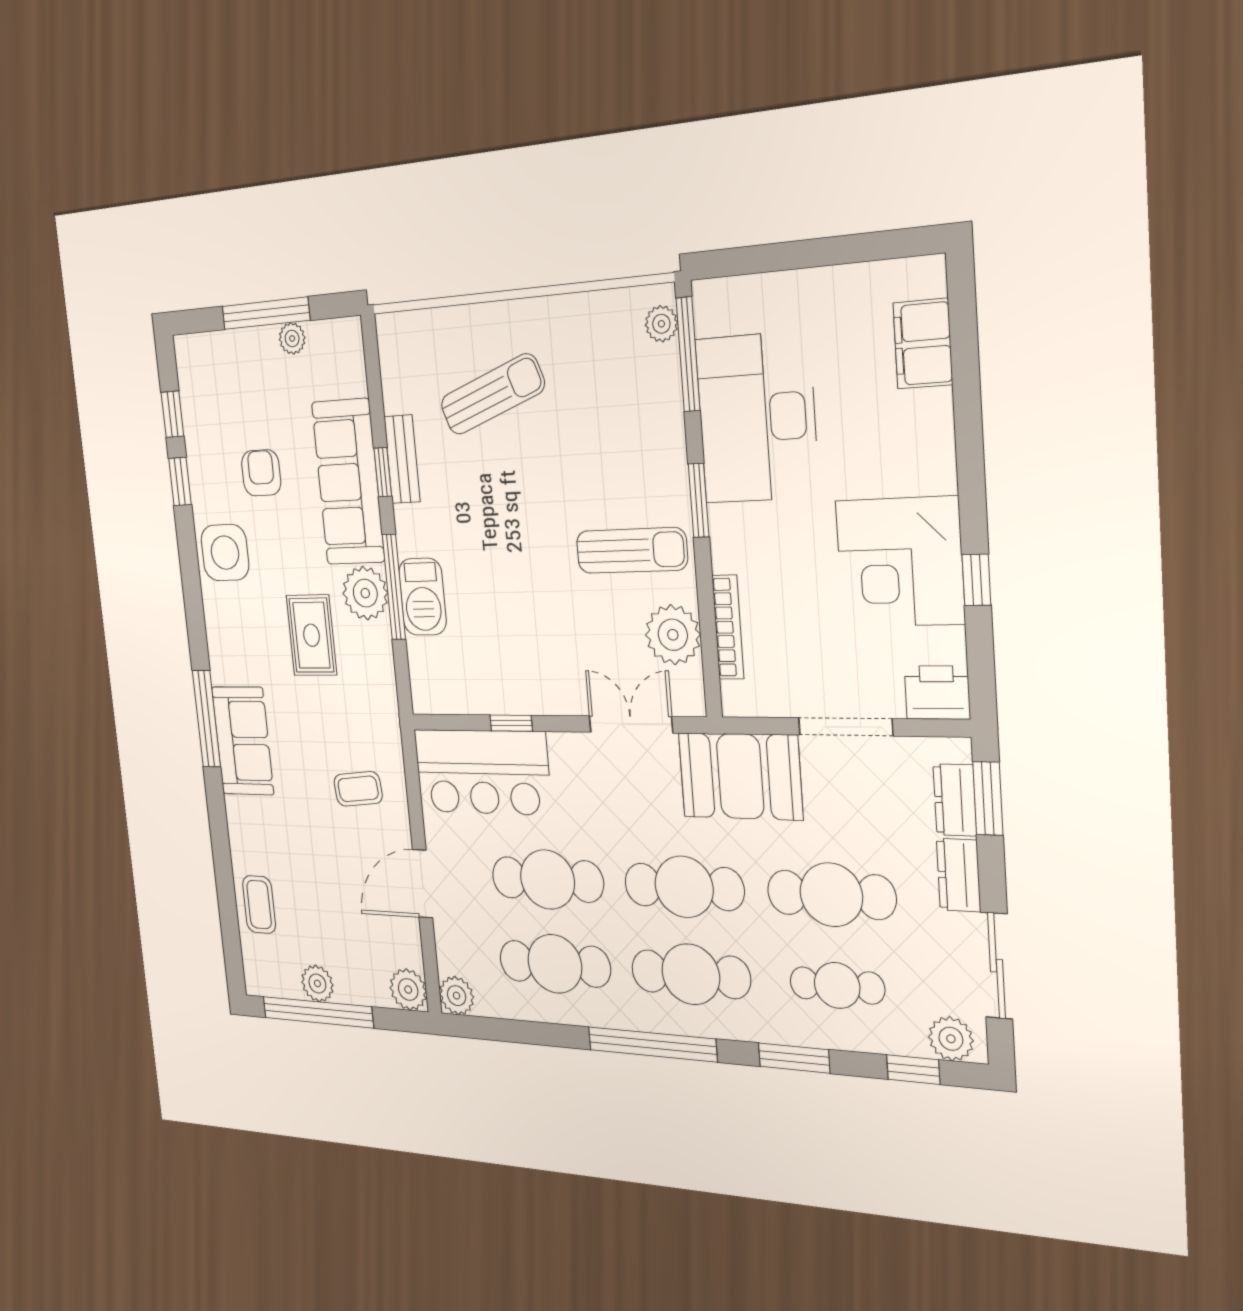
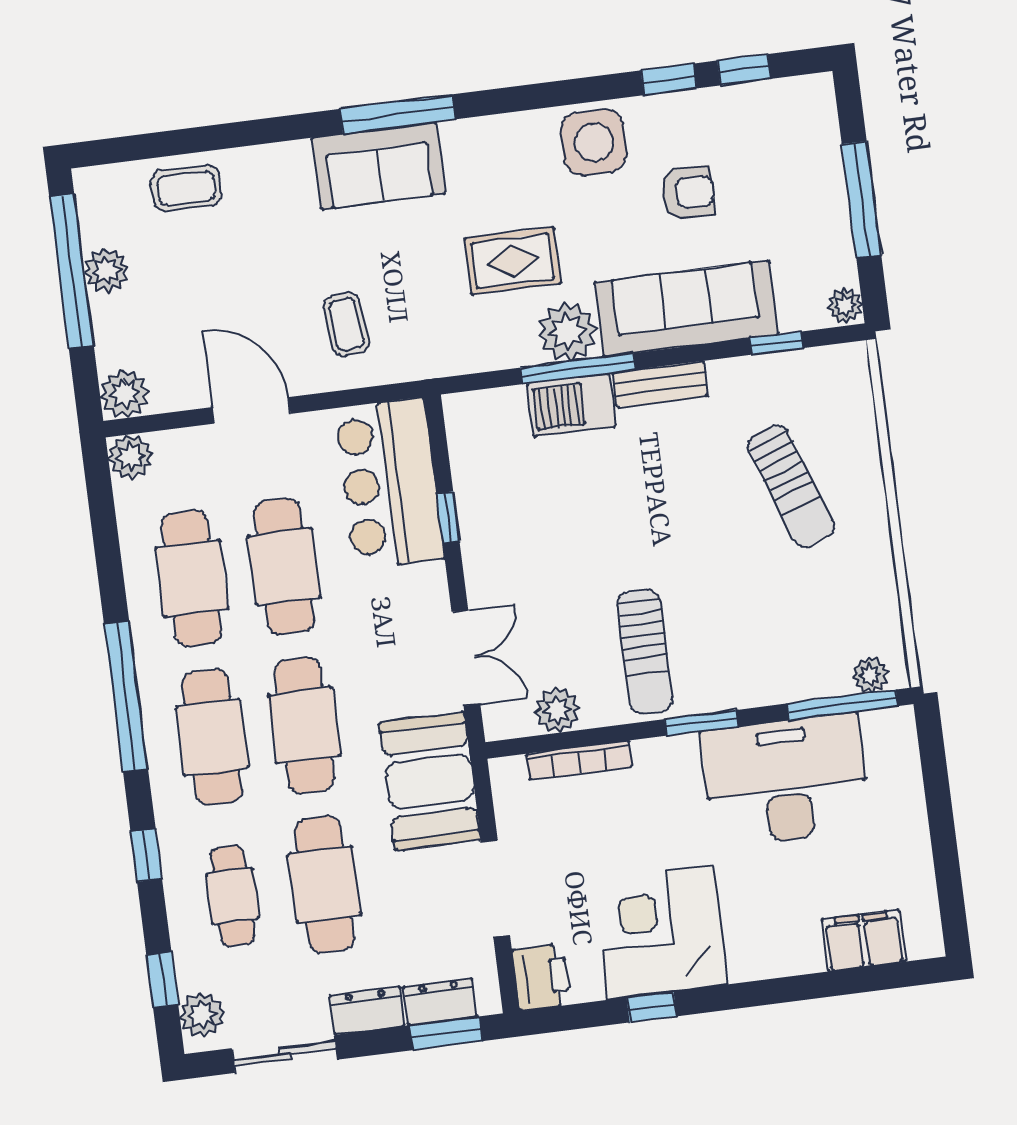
plant: (292, 338) -> (845, 305), moved
bench: (402, 459) -> (660, 384), moved
window: (383, 472) -> (776, 343), moved
plant: (673, 635) -> (557, 710), width x0.73, depth x0.73
window: (794, 1058) -> (146, 855), width x0.67

